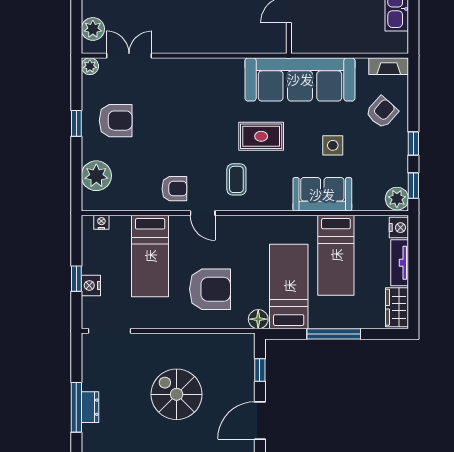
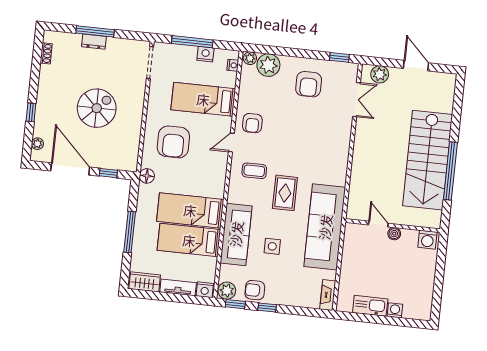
plant: (90, 66) -> (250, 58), moved
armchair: (382, 112) -> (255, 290), moved, turned 138
window: (76, 123) -> (339, 57), moved
sofa: (322, 194) -> (236, 234), width x1.36
window: (76, 279) -> (192, 42), width x2.17
nightstand: (91, 285) -> (205, 54), moved
bed: (289, 286) -> (190, 210), moved, turned 180
door: (260, 420) -> (70, 169), width x1.36

